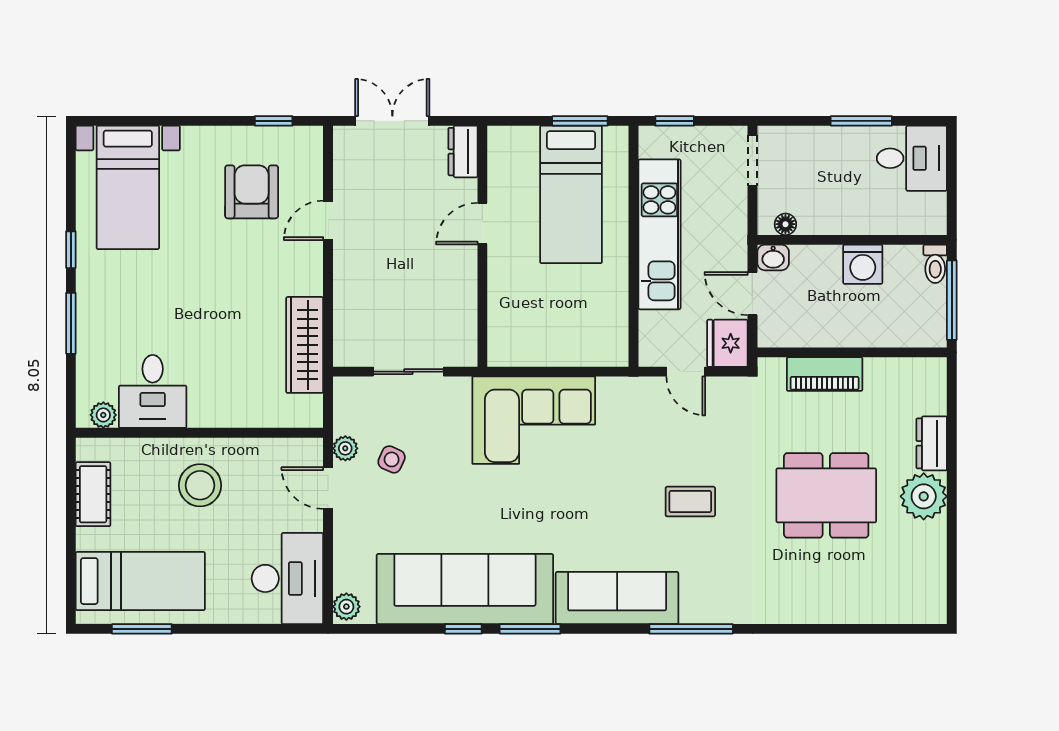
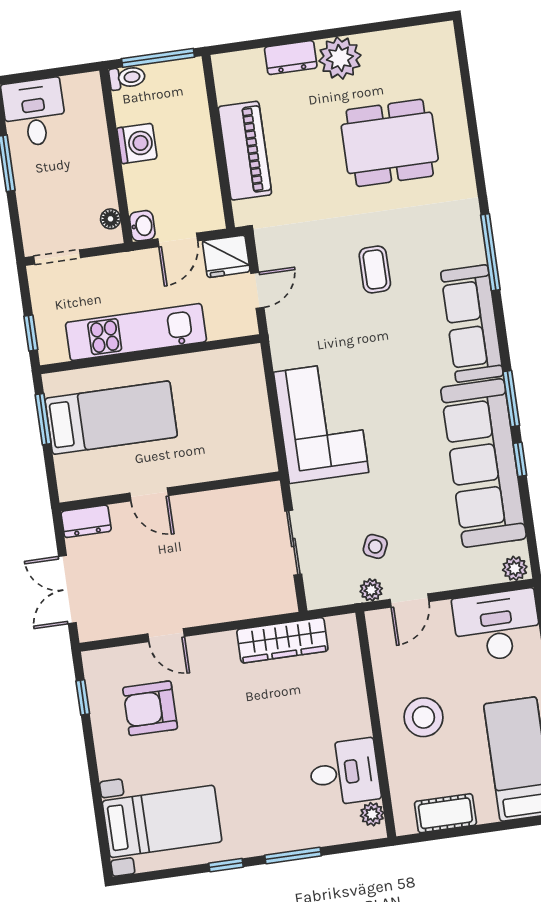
piano: (825, 374) -> (245, 151), width x1.37, depth x1.33
dining table: (826, 495) -> (390, 143), moved, turned 90

